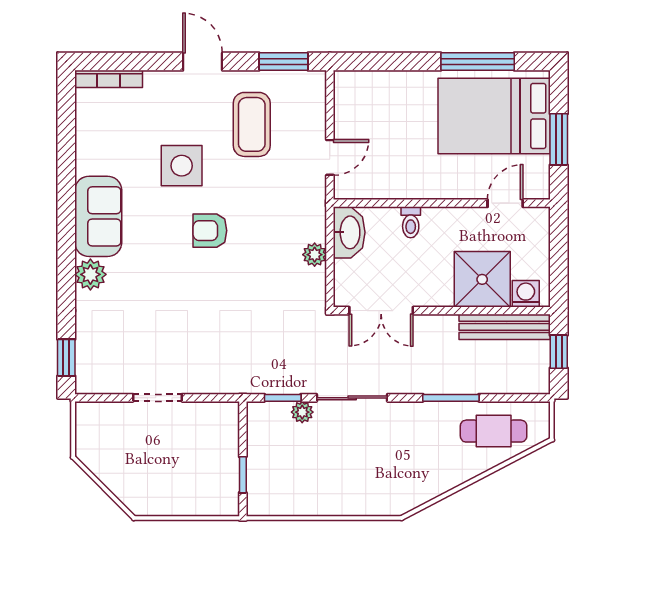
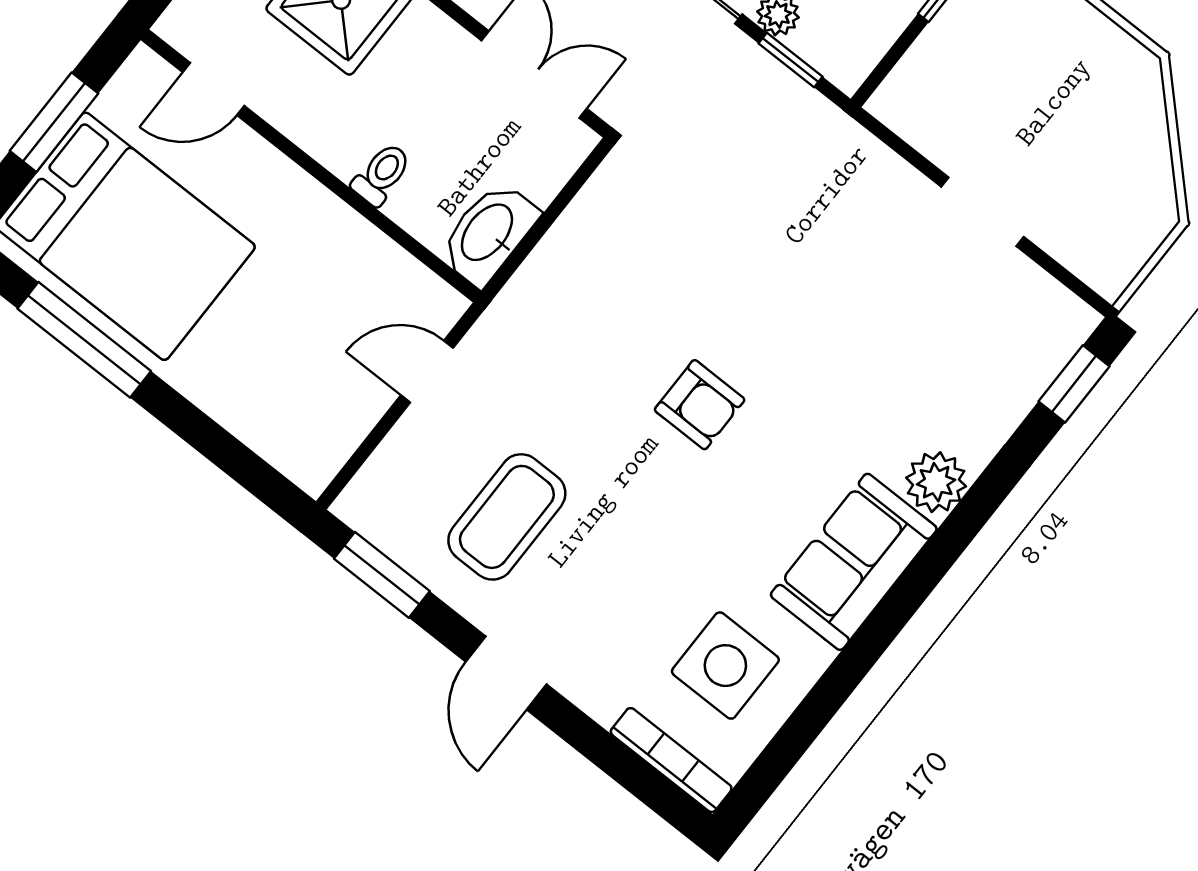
side table: (182, 166) -> (725, 666), moved
plant: (315, 255) -> (568, 241), removed

